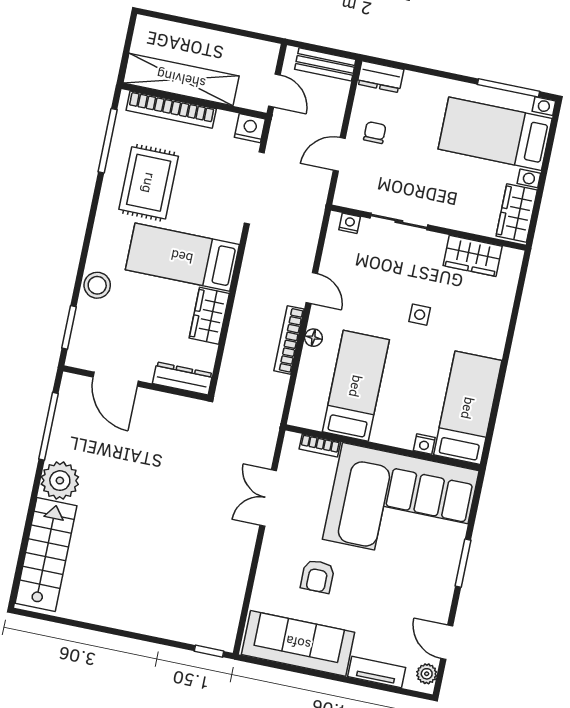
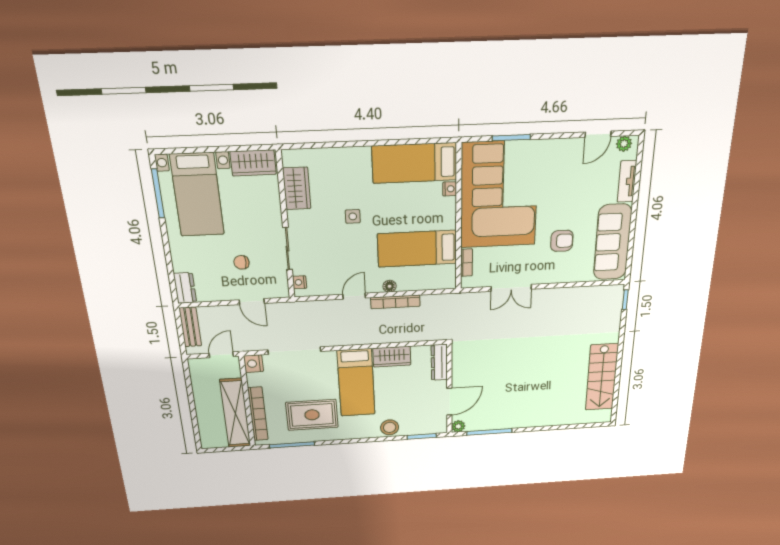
chair: (375, 133) -> (241, 262), moved
plant: (60, 481) -> (458, 426), moved, width x0.53, depth x0.53
stairs: (46, 554) -> (602, 377), moved, turned -90
window: (463, 563) -> (511, 138), moved

